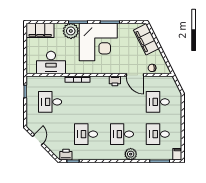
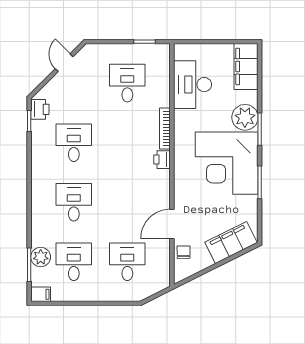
printer: (115, 81) -> (162, 160), moved
door: (38, 140) -> (64, 63), swing flipped
plant: (131, 154) -> (41, 257), moved

